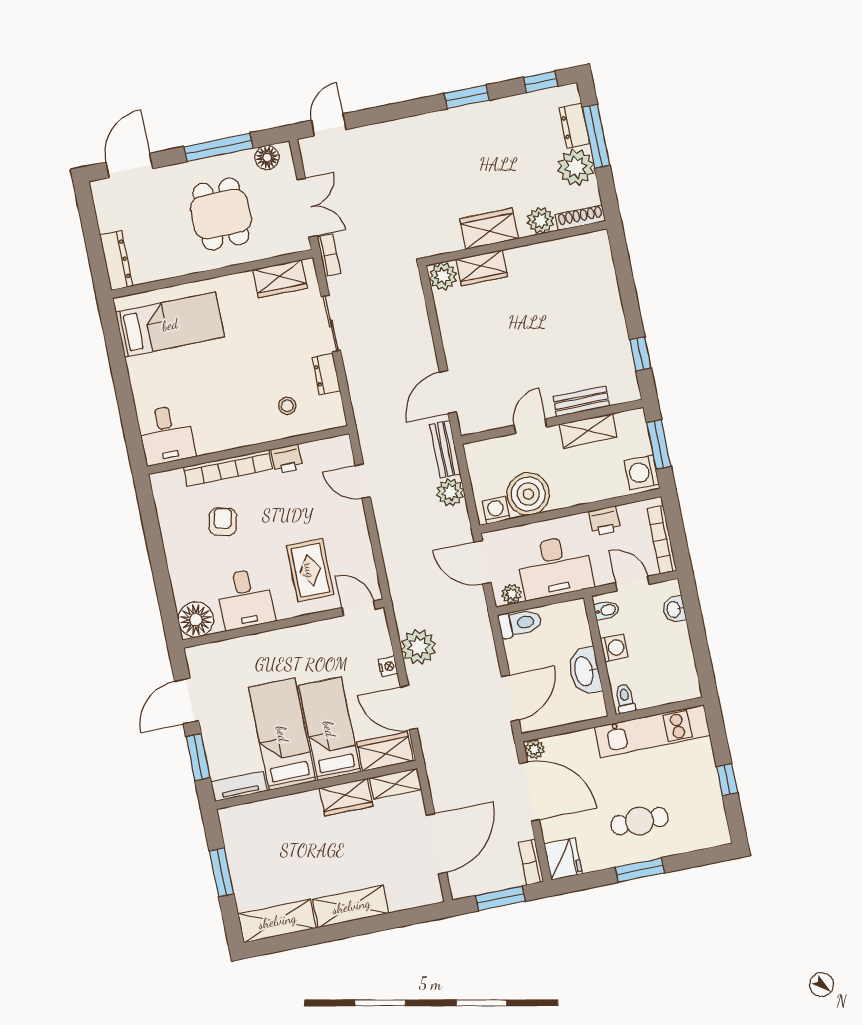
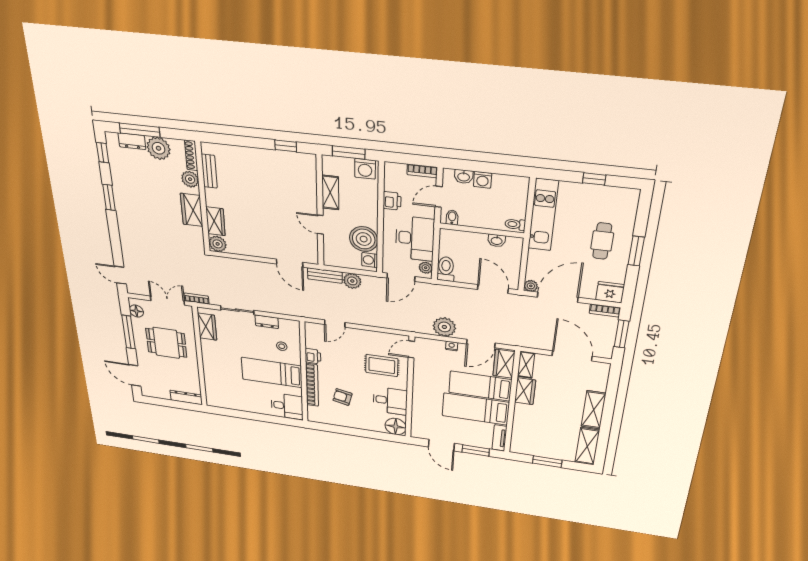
bed: (170, 325) -> (272, 372), moved, turned -90
bench: (581, 401) -> (209, 171), moved
bookcase: (662, 540) -> (422, 171), width x0.64
washing machine: (614, 648) -> (483, 180), moved, turned 180
washbasin: (585, 671) -> (497, 241), width x0.52, depth x0.69

